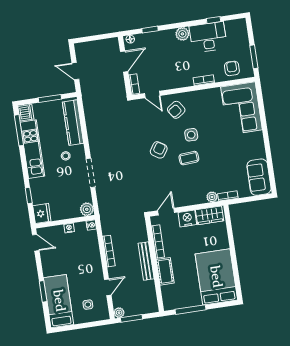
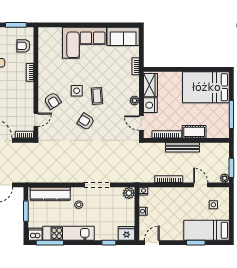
corner sofa: (241, 108) -> (84, 43), moved
plant: (212, 197) -> (135, 101), moved

